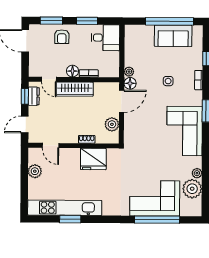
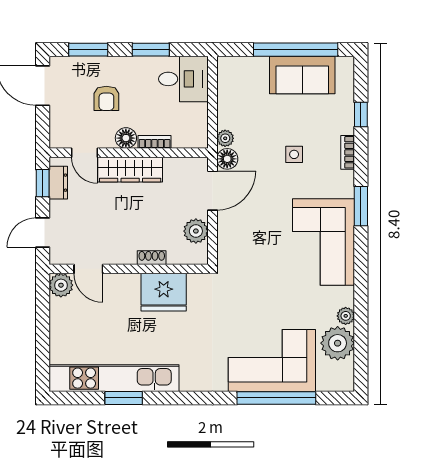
armchair: (62, 37) -> (106, 98), moved
plant: (35, 171) -> (61, 285), moved

